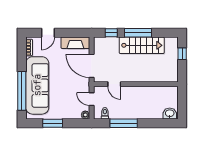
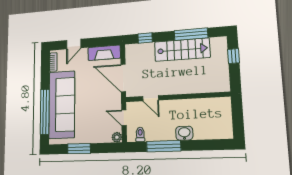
window: (138, 33) -> (191, 34), moved
washbasin: (170, 114) -> (184, 133), moved

